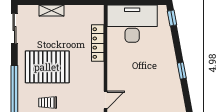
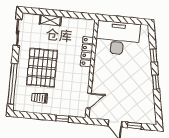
window: (172, 18) -> (154, 56), moved
pallet: (47, 67) -> (42, 68), turned 90

